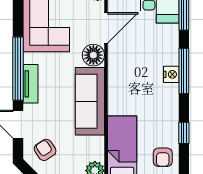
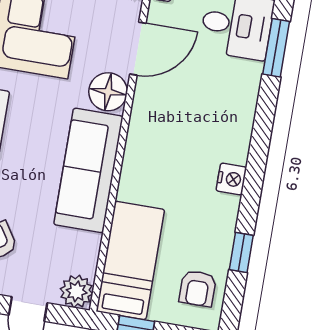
window: (184, 71) -> (259, 146), removed
nightstand: (171, 74) -> (231, 179), moved

